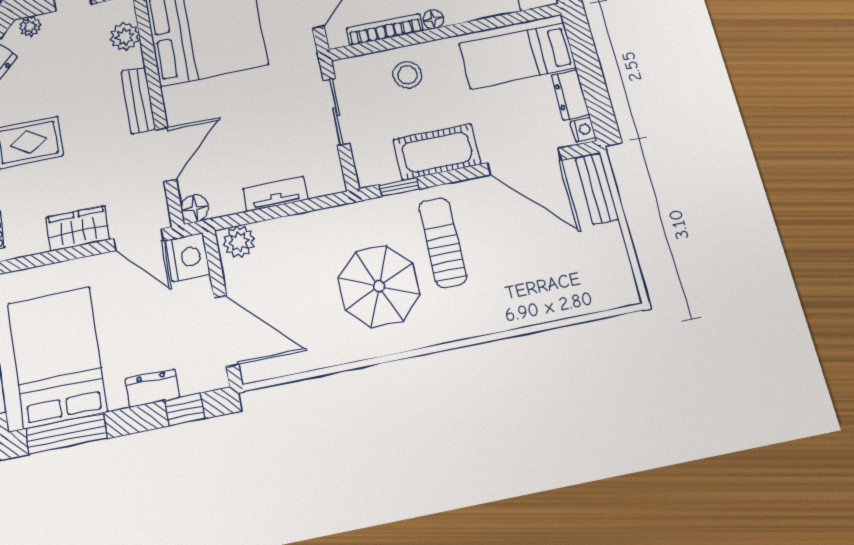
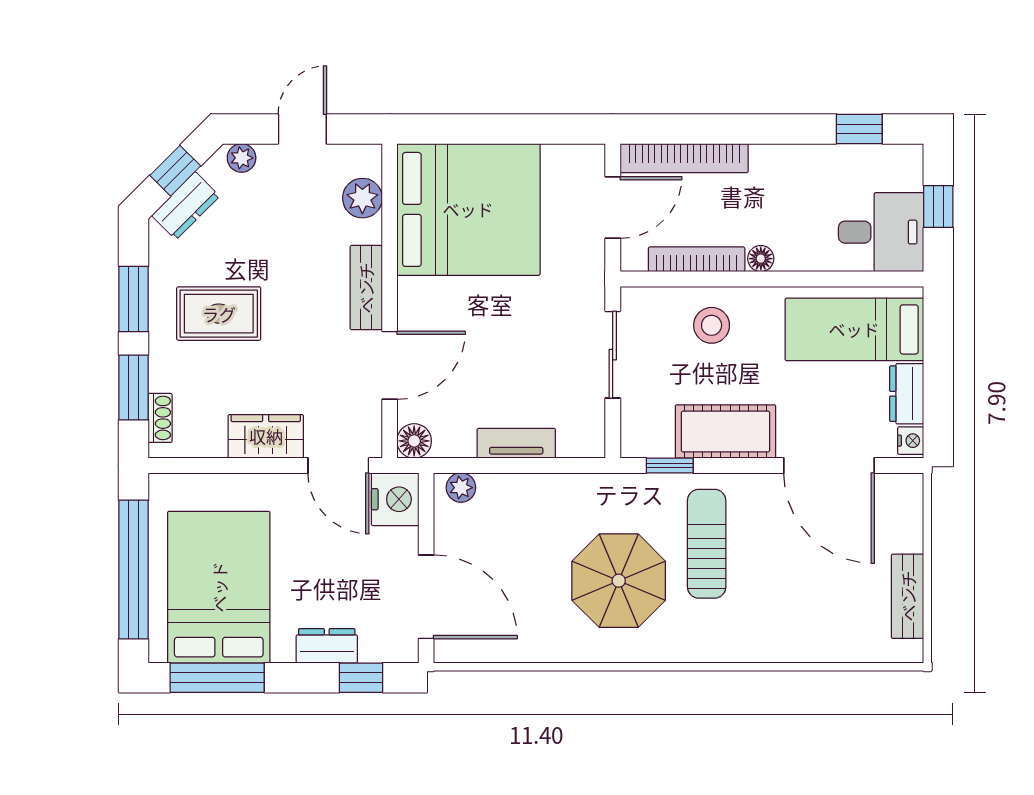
bench: (597, 189) -> (908, 596), moved
plant: (239, 242) -> (461, 488), width x0.73, depth x0.73

